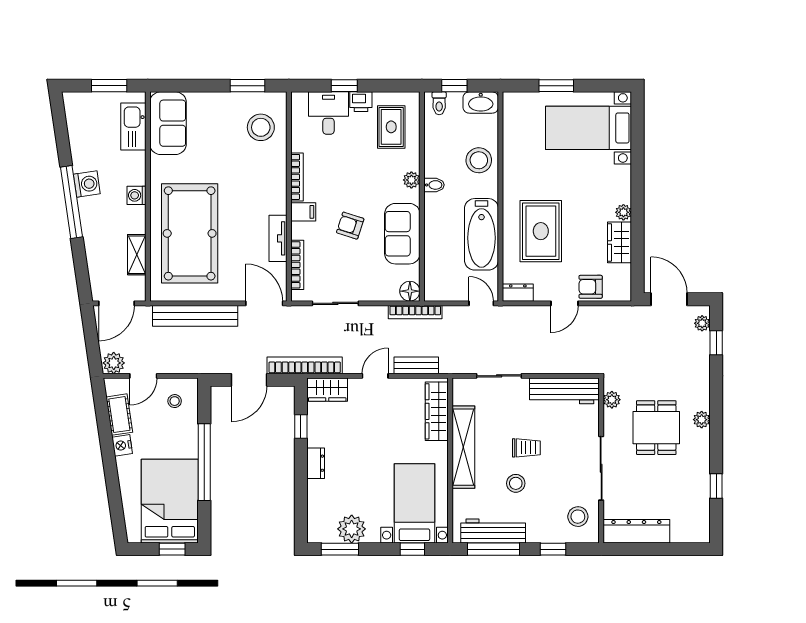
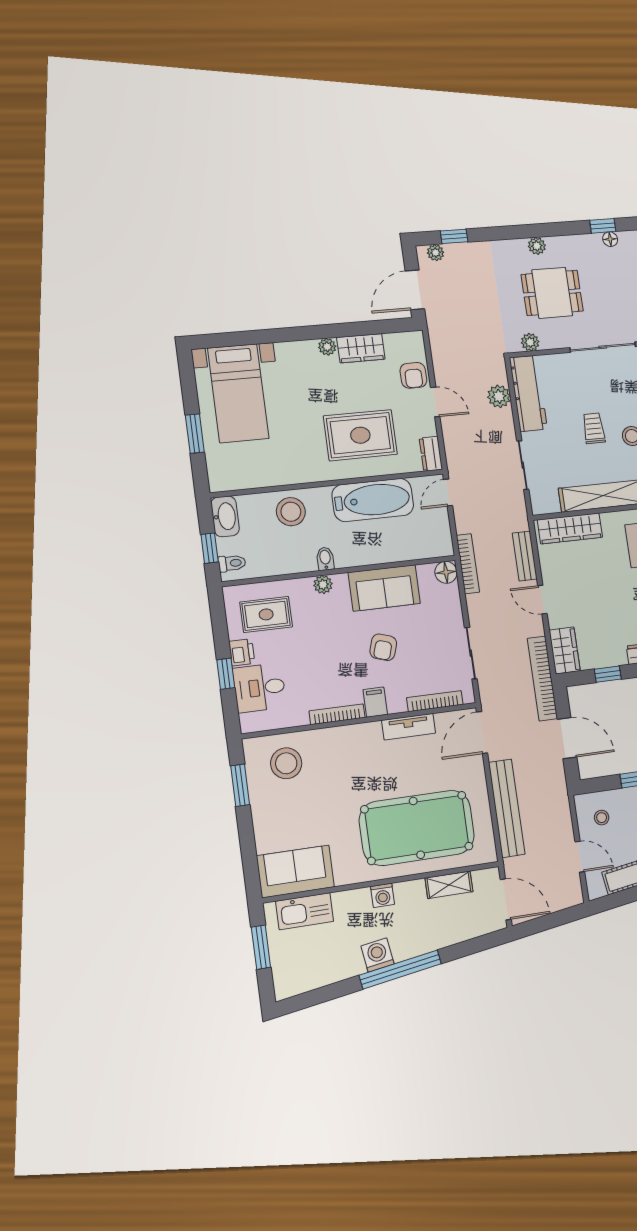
plant: (114, 363) -> (499, 396), moved
floor lamp: (703, 491) -> (610, 239), added

